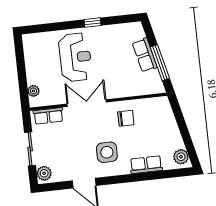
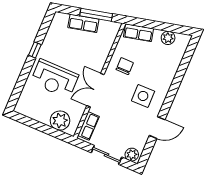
reception desk: (75, 57) -> (54, 79), turned 180
plant: (33, 91) -> (60, 121), width x1.88, depth x1.88
plant: (181, 157) -> (168, 38), moved
row of seats: (146, 165) -> (138, 33), moved, turned -103

